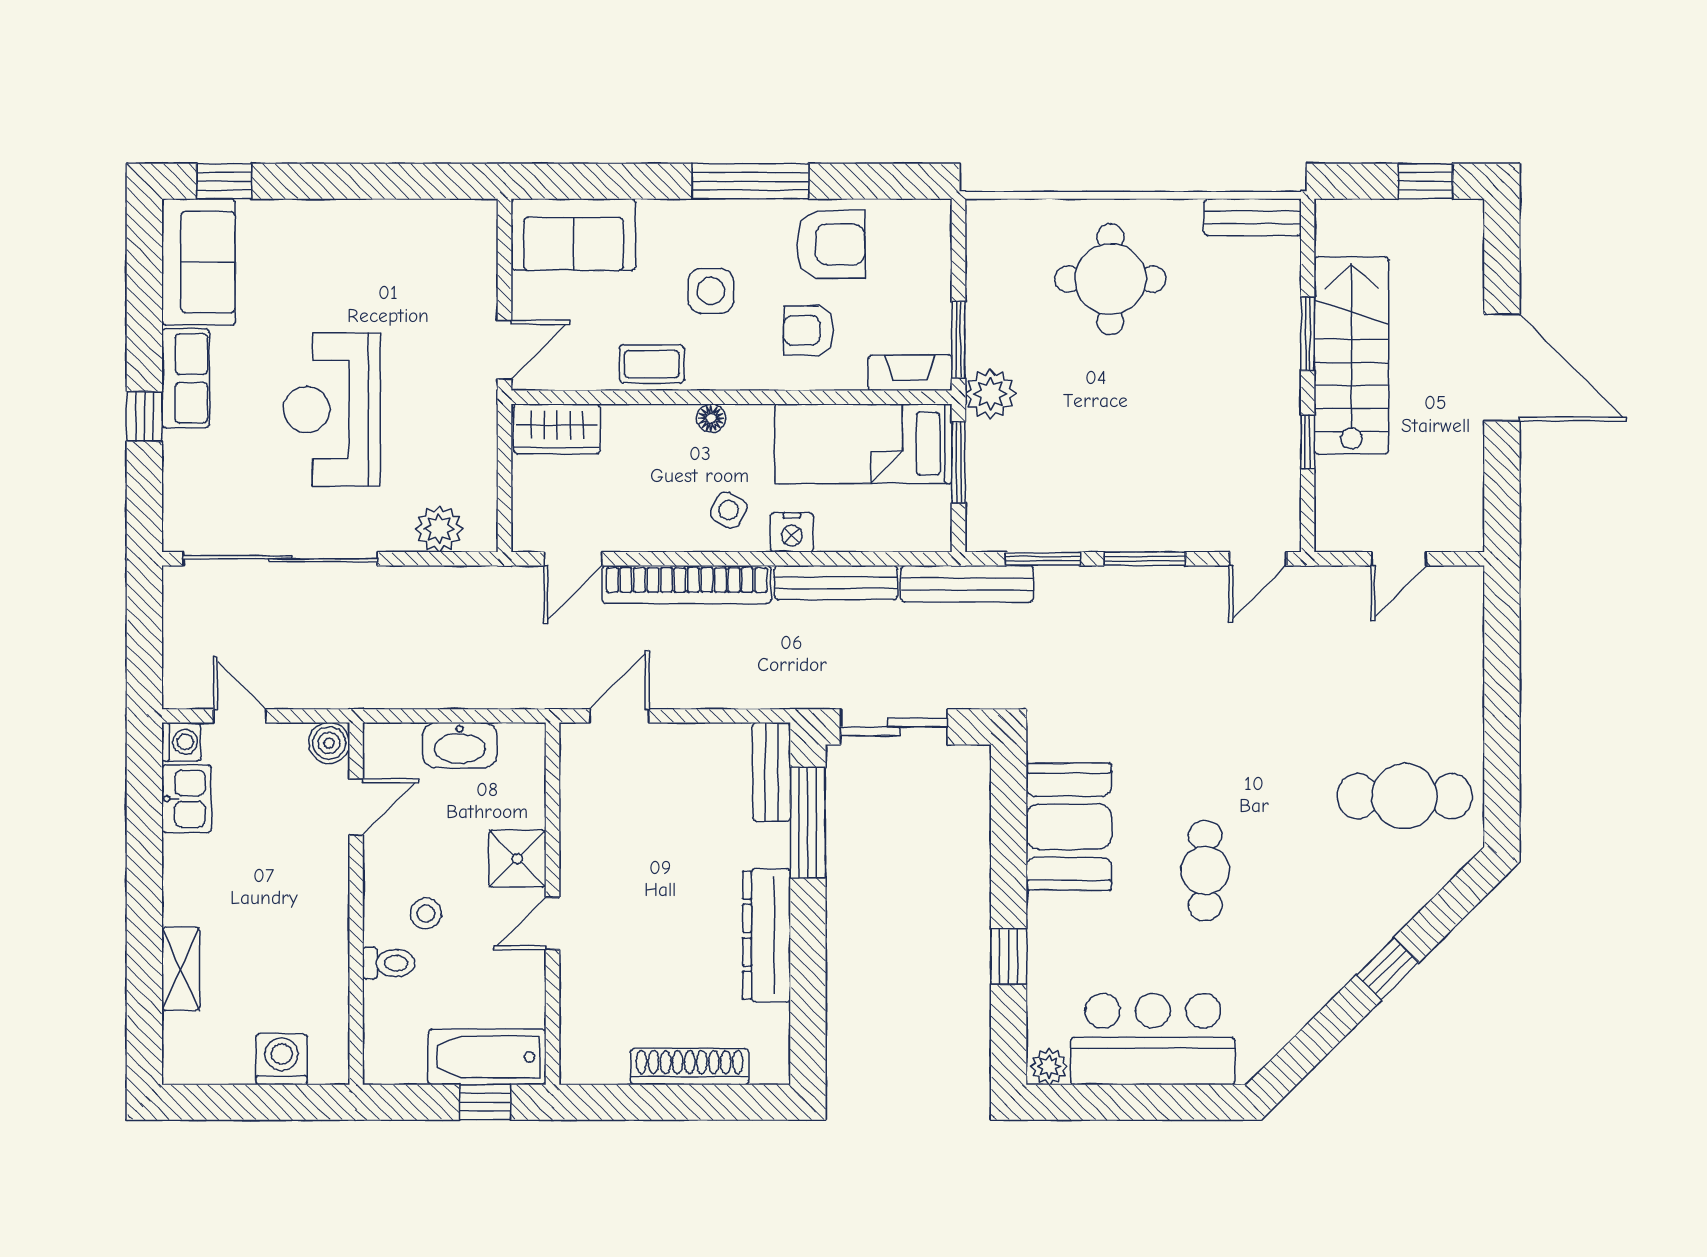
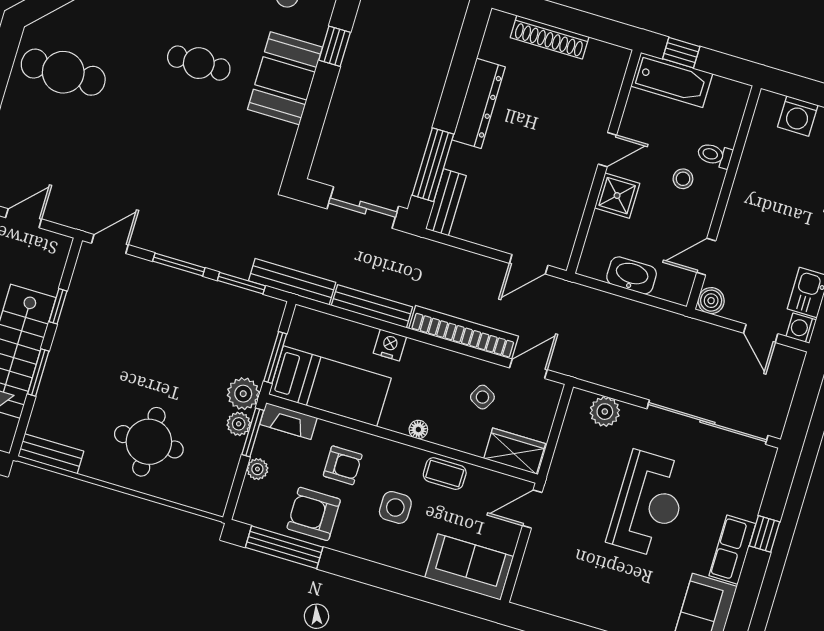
window: (750, 181) -> (284, 547), moved
plant: (935, 287) -> (257, 469), added
plant: (984, 346) -> (239, 424), added
side table: (729, 510) -> (482, 397), moved
booth: (1069, 827) -> (285, 78), moved
cafe table: (1205, 870) -> (199, 63), turned 90

